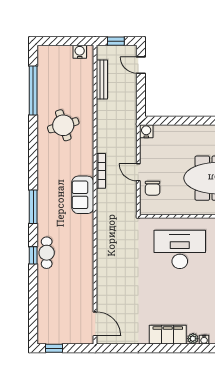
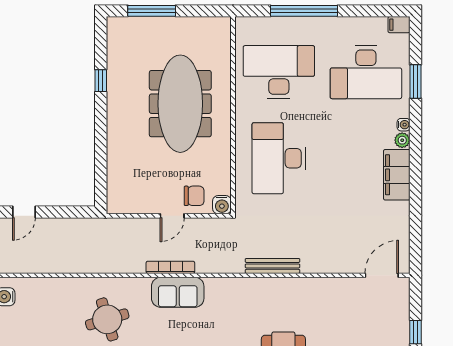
bench: (102, 80) -> (273, 266), moved
water cooler: (146, 131) -> (222, 205), moved, turned -90
sofa: (83, 195) -> (178, 292), moved

